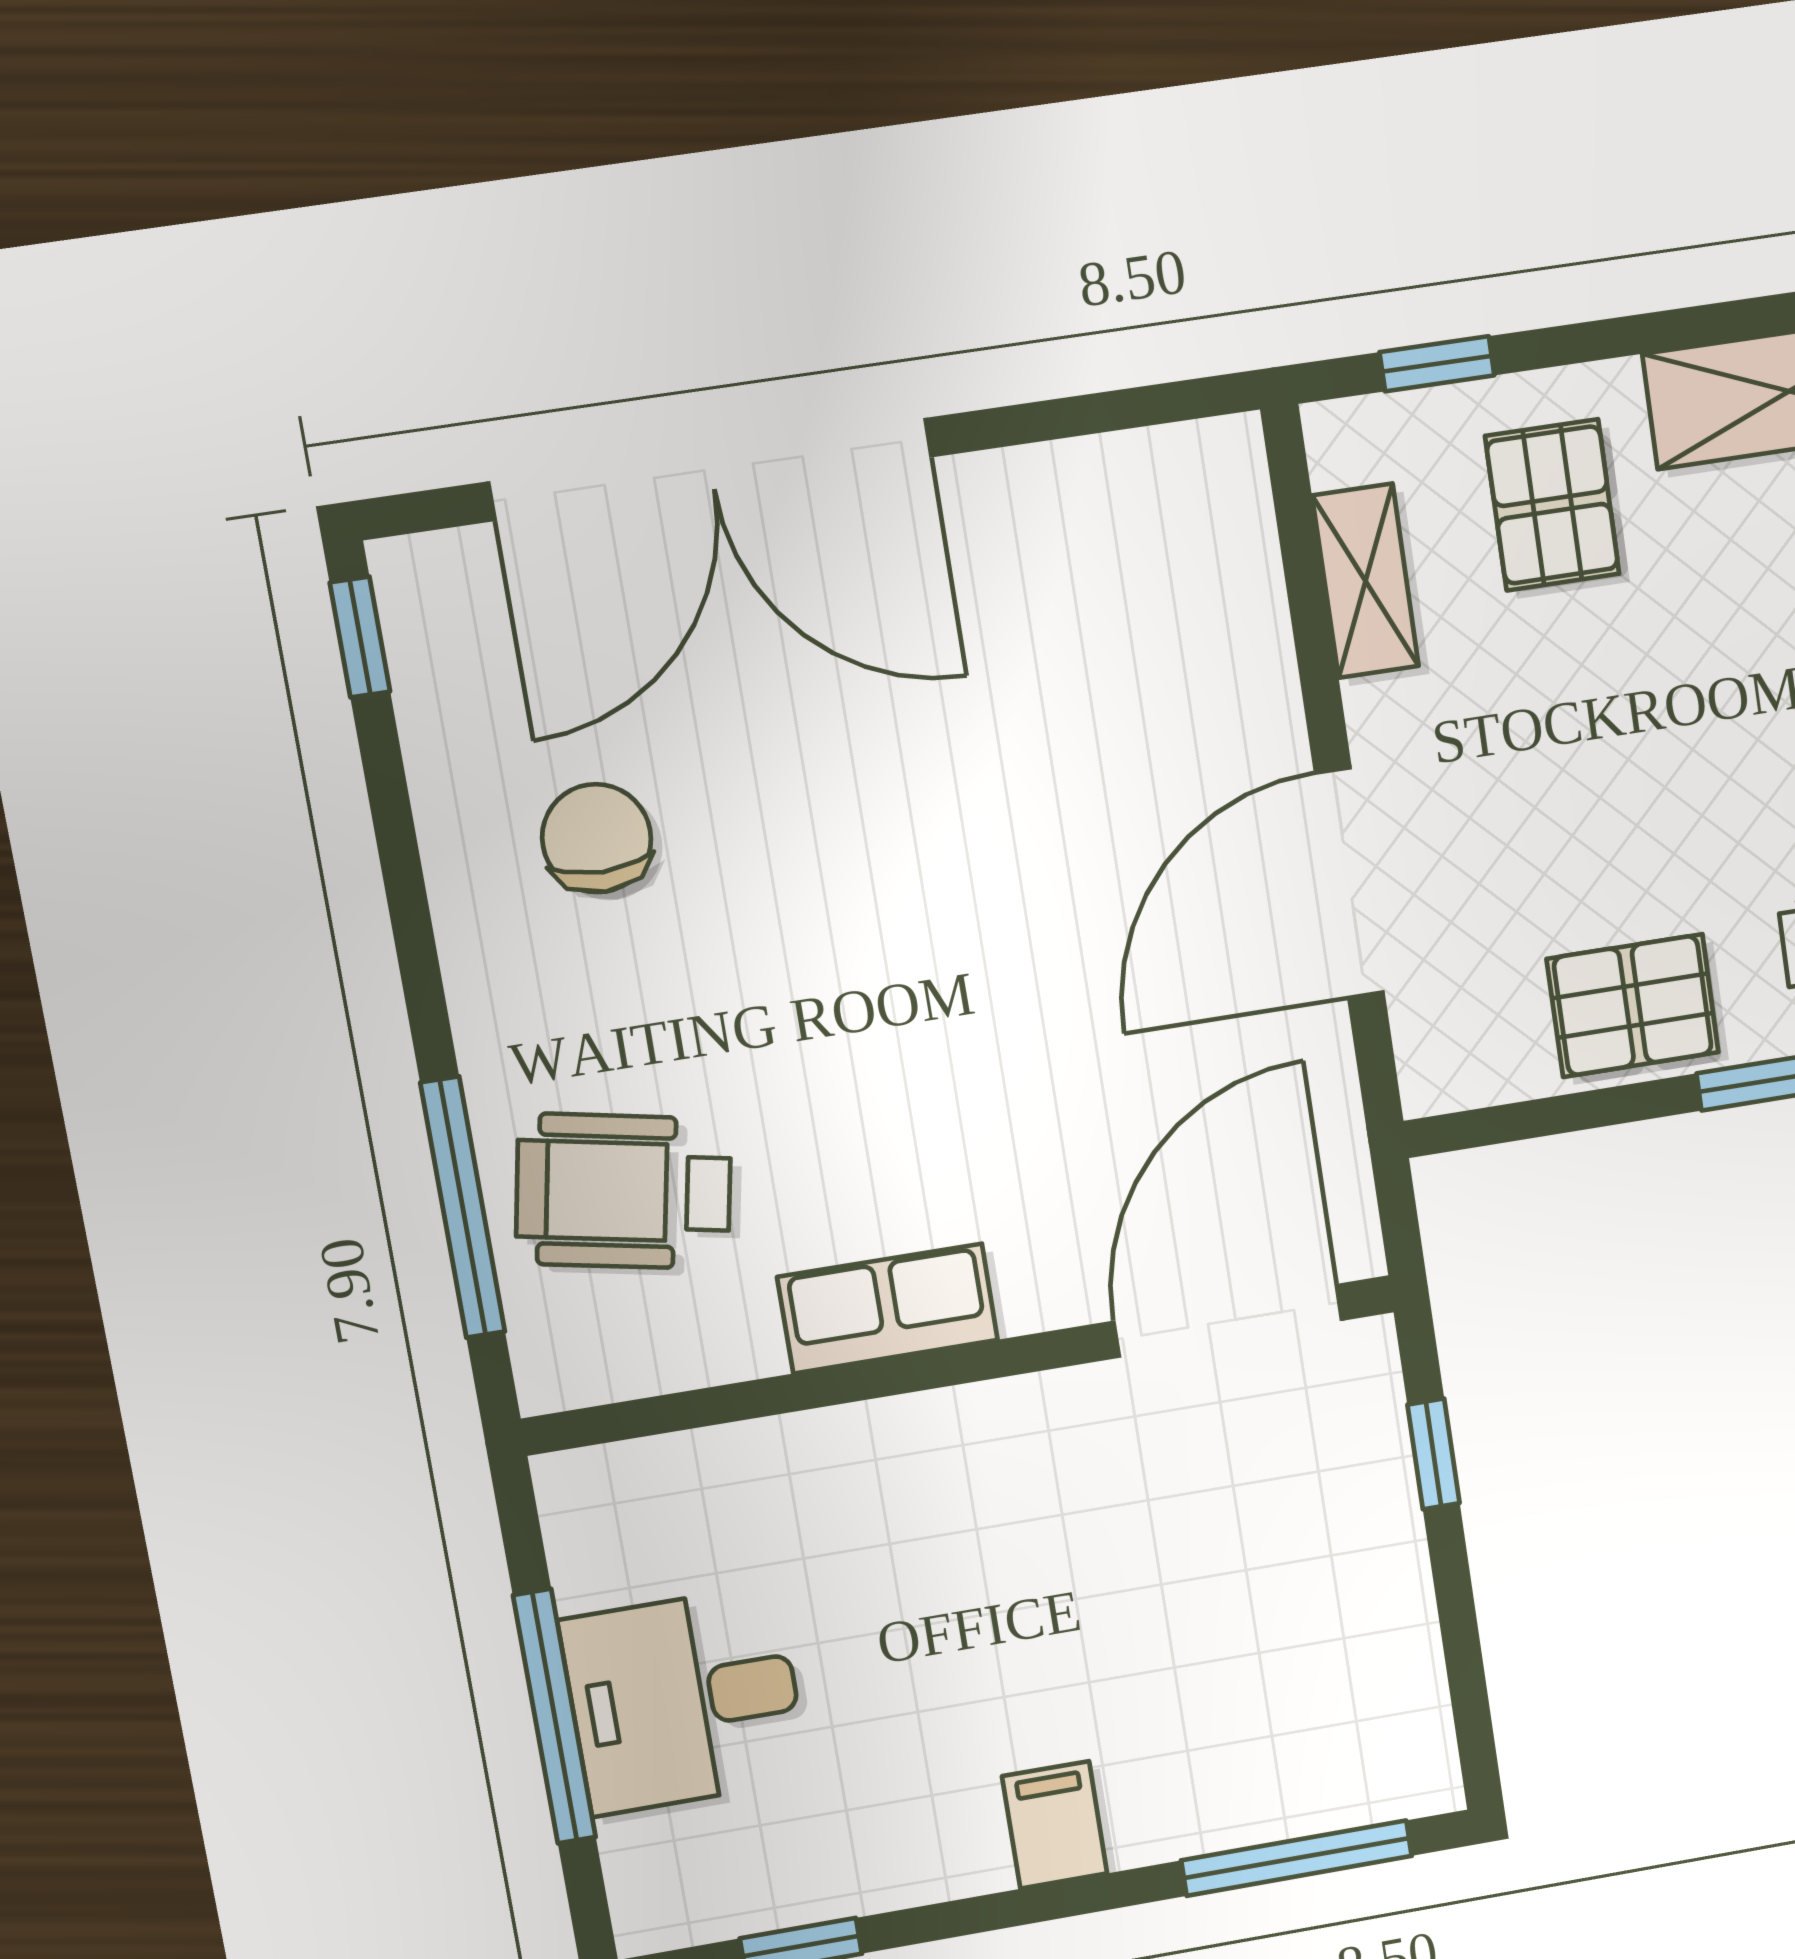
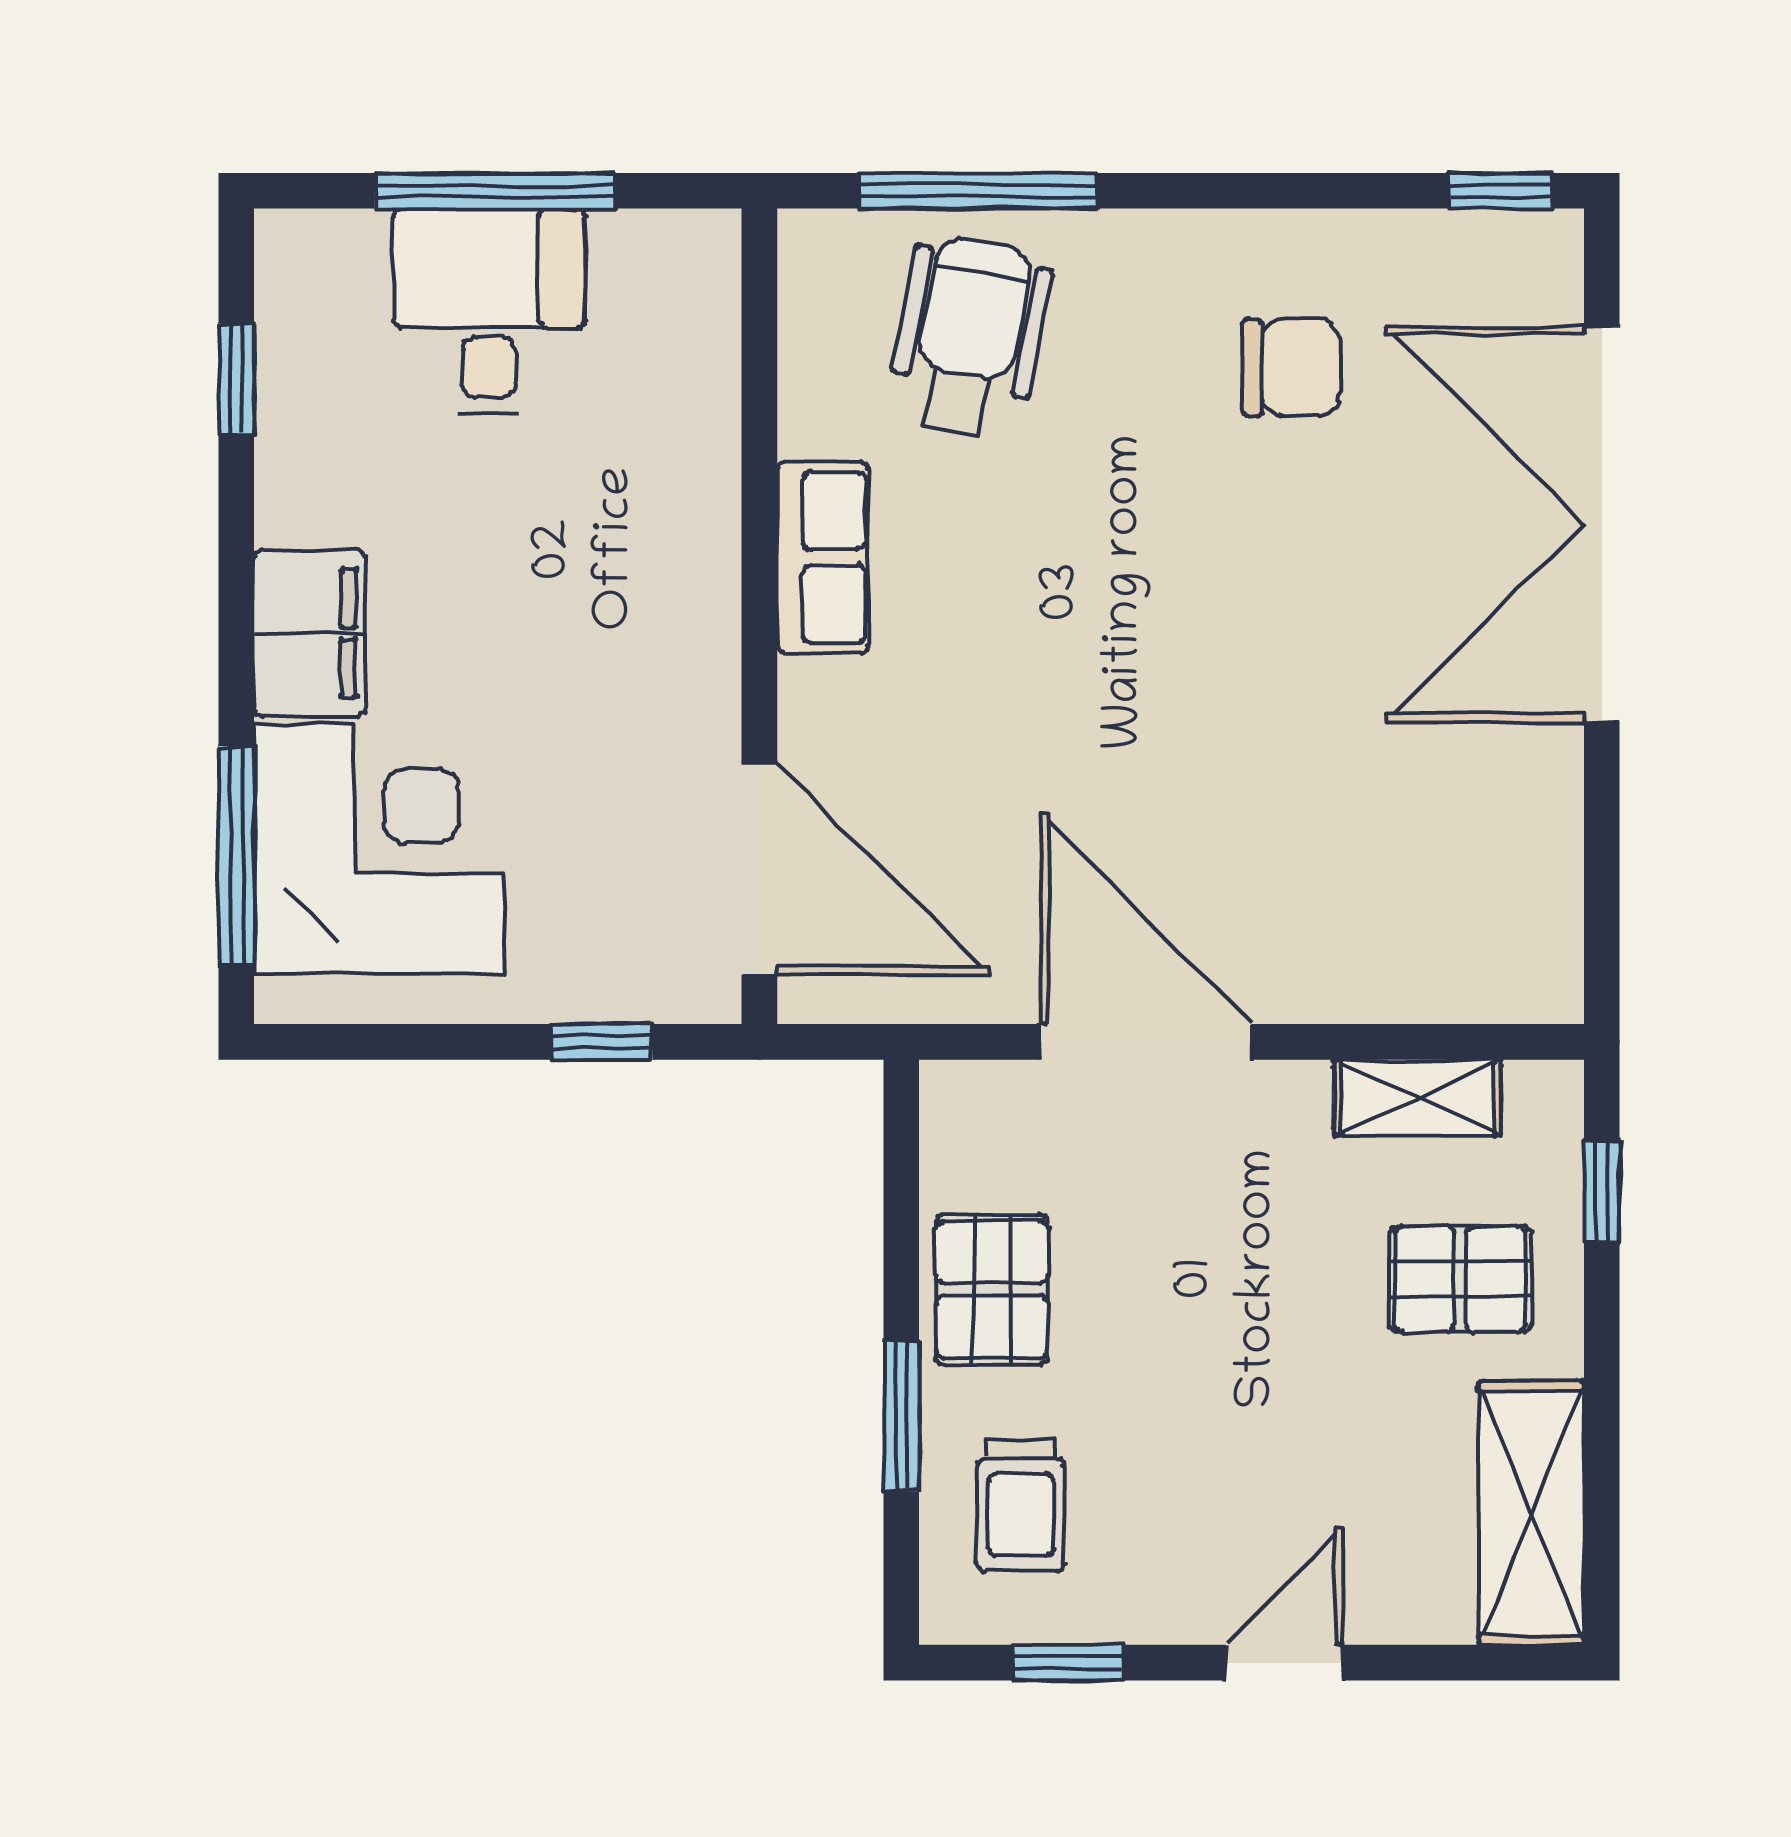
corner desk: (1268, 1715) -> (379, 849), added
filing cabinet: (1055, 1825) -> (310, 633), width x2.00

